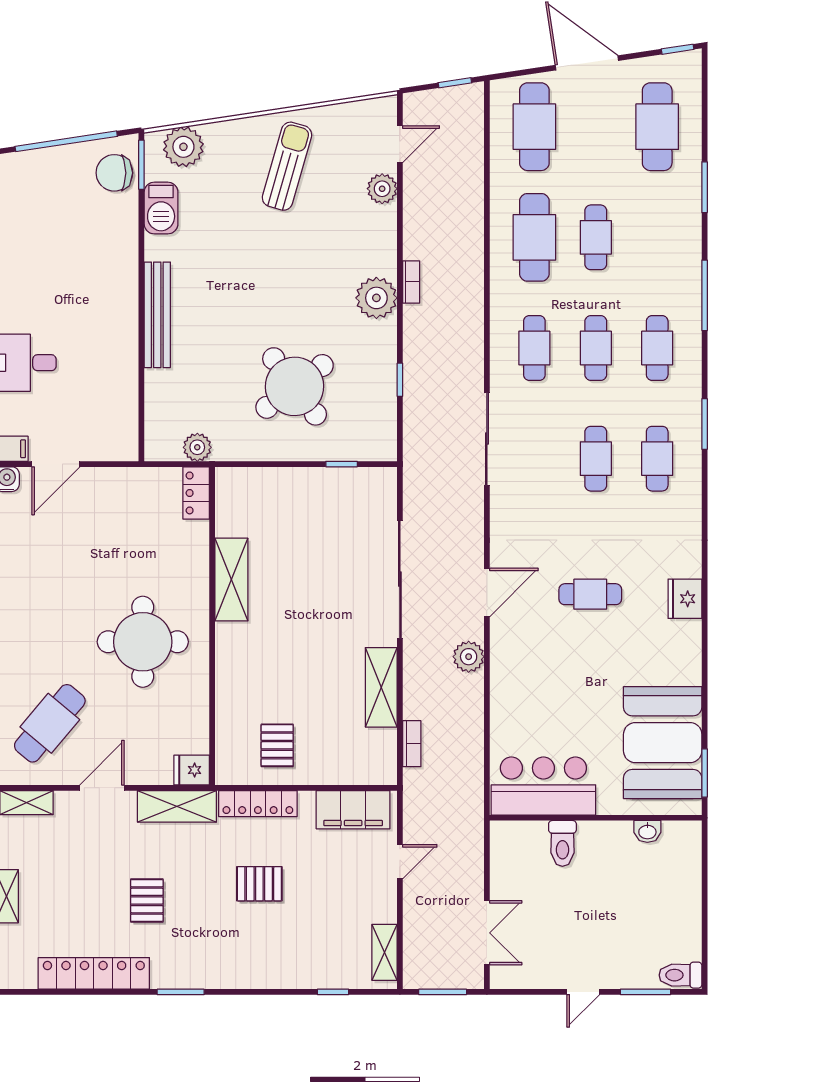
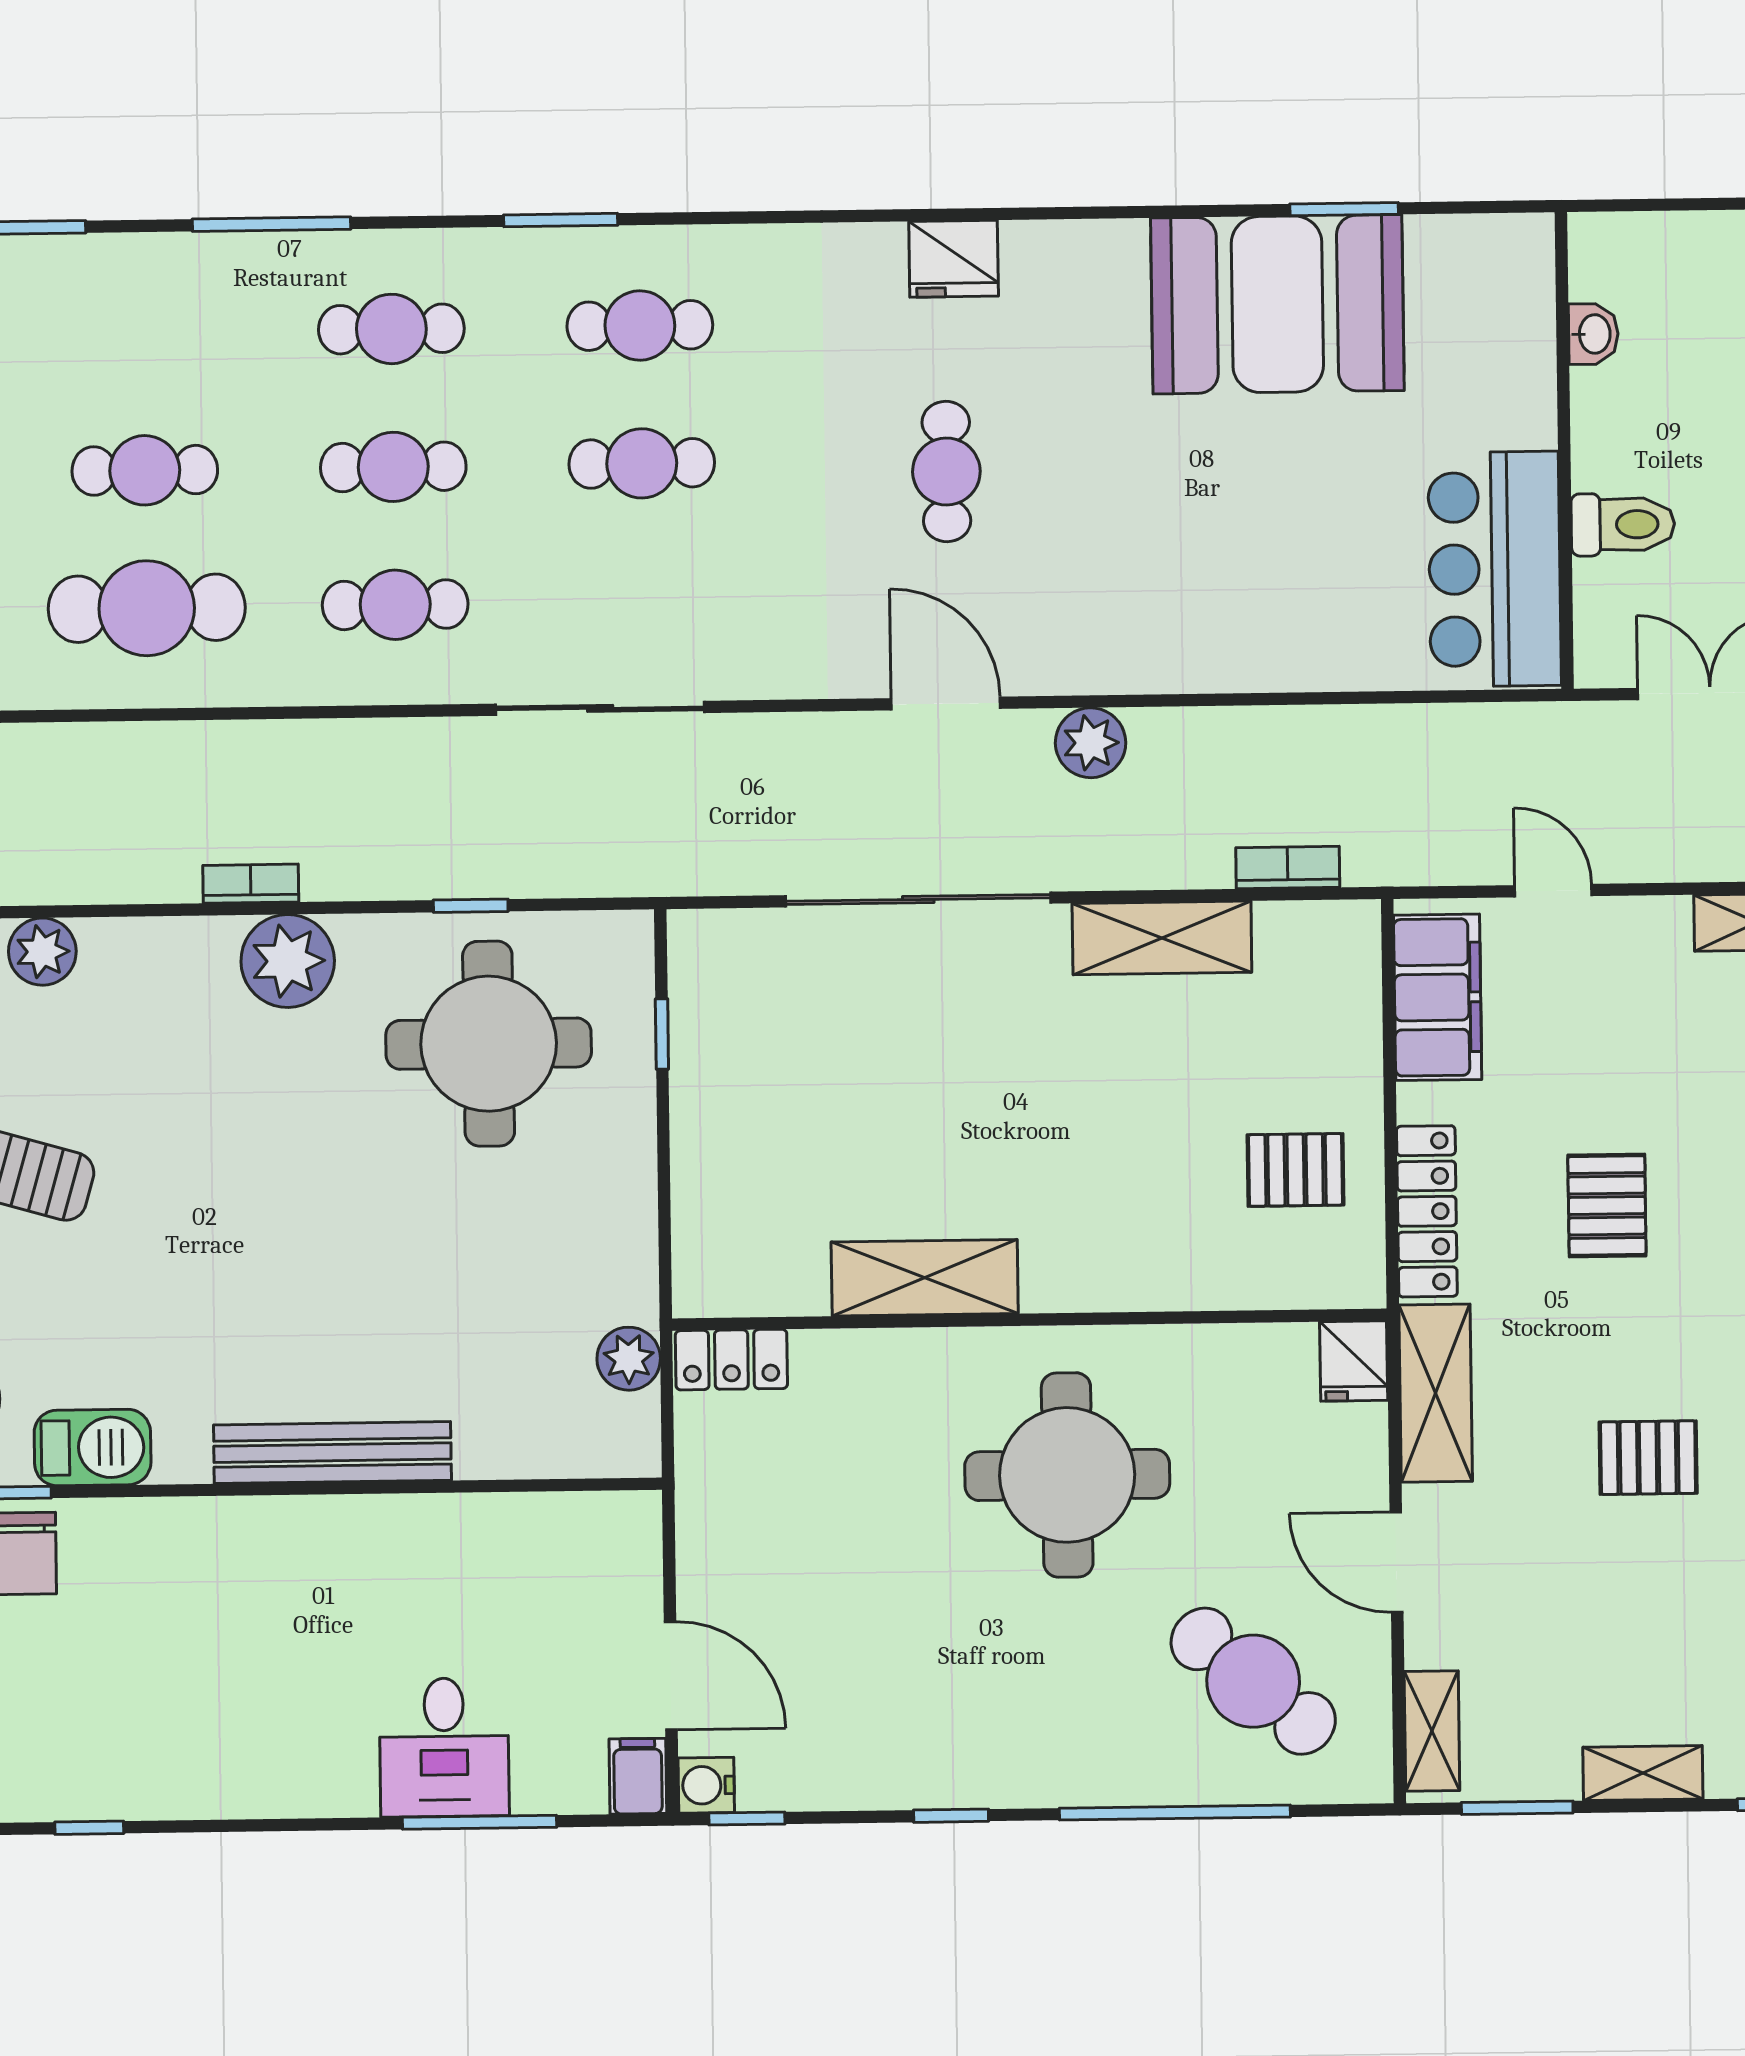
round table: (295, 386) -> (489, 1044), moved, turned 37
bar counter: (543, 786) -> (1495, 569), moved
wall: (596, 818) -> (1564, 450), moved
washbasin: (647, 831) -> (1593, 334), moved
toilet: (562, 843) -> (1623, 524), moved

